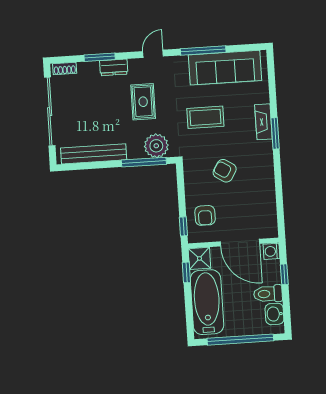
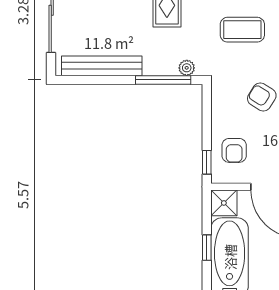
plant: (156, 146) -> (187, 68), width x0.53, depth x0.53
window: (186, 272) -> (207, 248), moved

